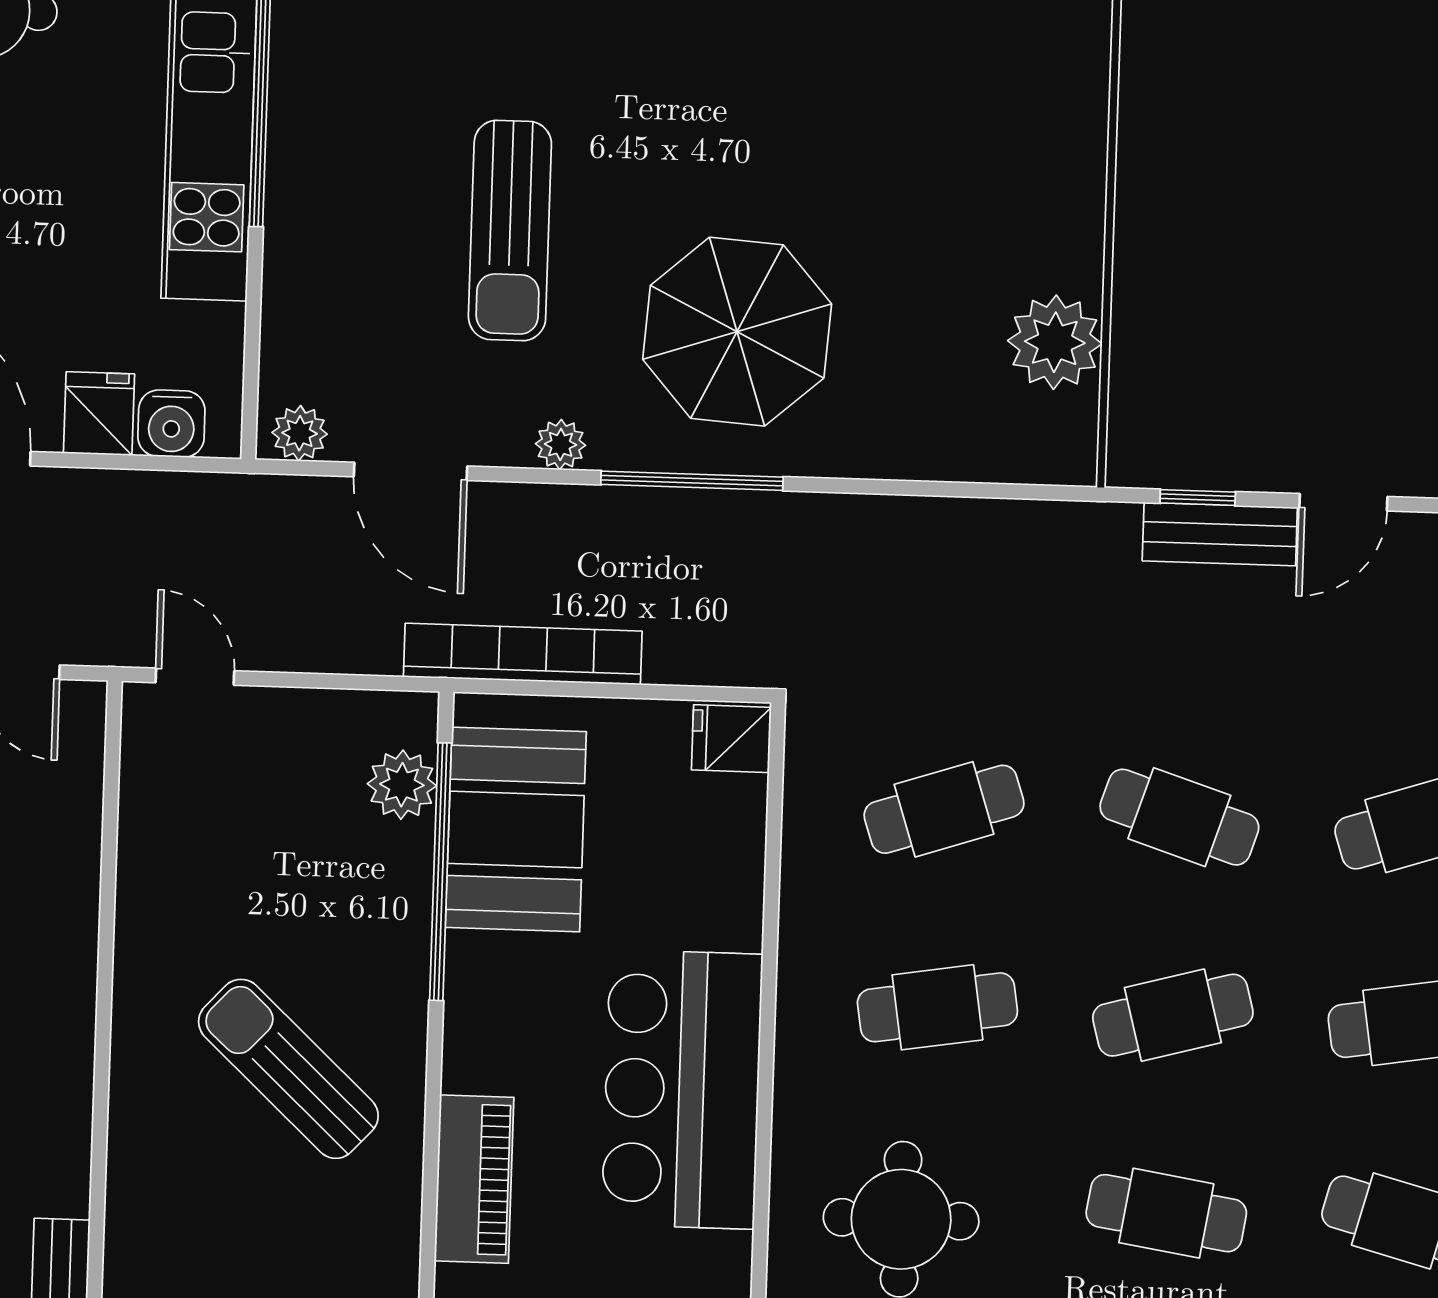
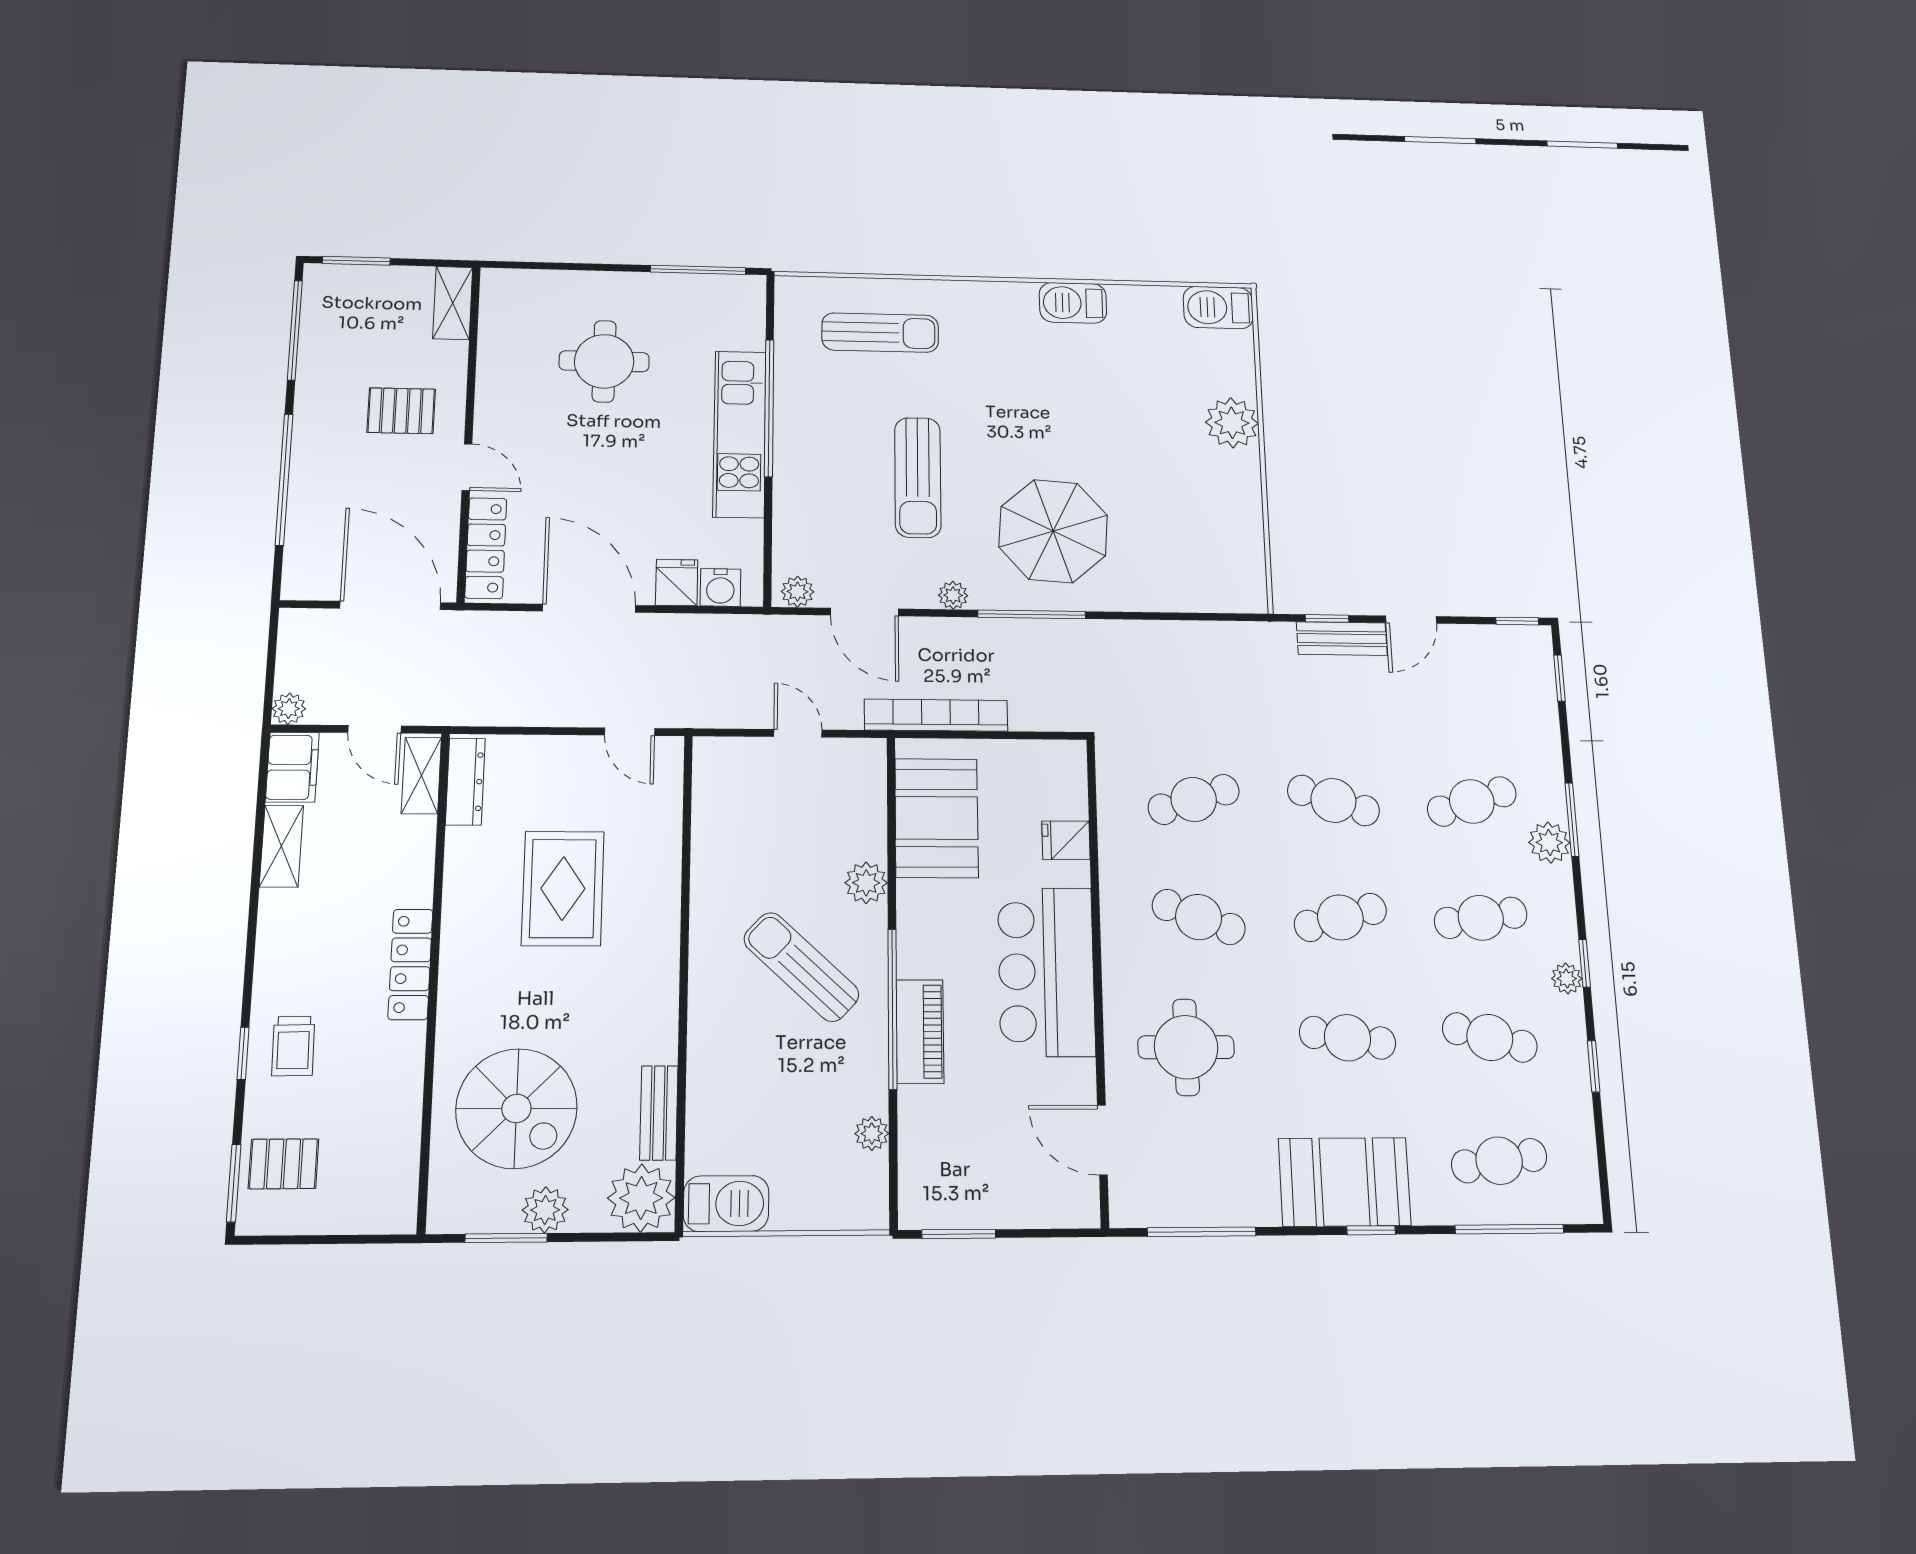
plant: (1055, 342) -> (1232, 423), moved
door: (195, 677) -> (798, 733), moved
fridge: (731, 739) -> (1066, 840), moved
plant: (402, 785) -> (866, 883), moved
window: (440, 872) -> (892, 1009), moved
cafe table: (937, 1007) -> (1199, 917), turned 30

